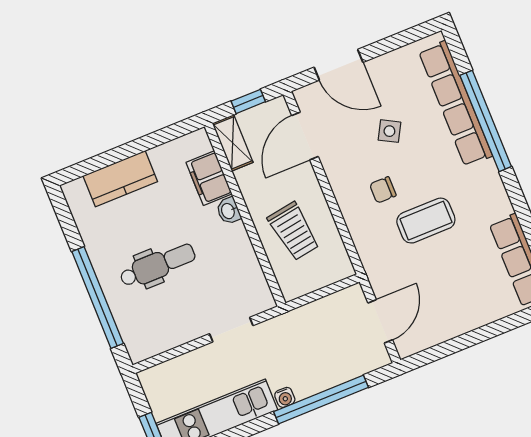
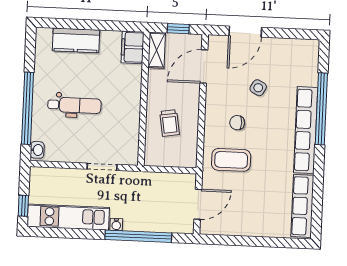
door: (338, 65) -> (245, 32), hinge flipped
row of seats: (455, 104) -> (306, 130), moved
filing cabinet: (209, 178) -> (132, 47), moved
washbasin: (228, 211) -> (37, 150), moved, turned 180
coffee table: (426, 221) -> (231, 160), moved
trolley: (294, 231) -> (170, 123), width x0.73, depth x0.72

